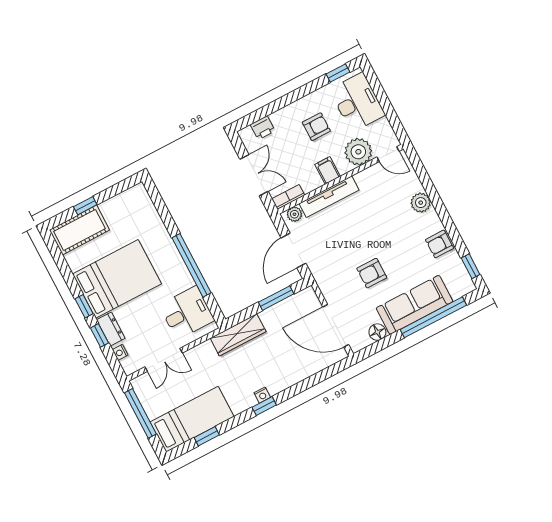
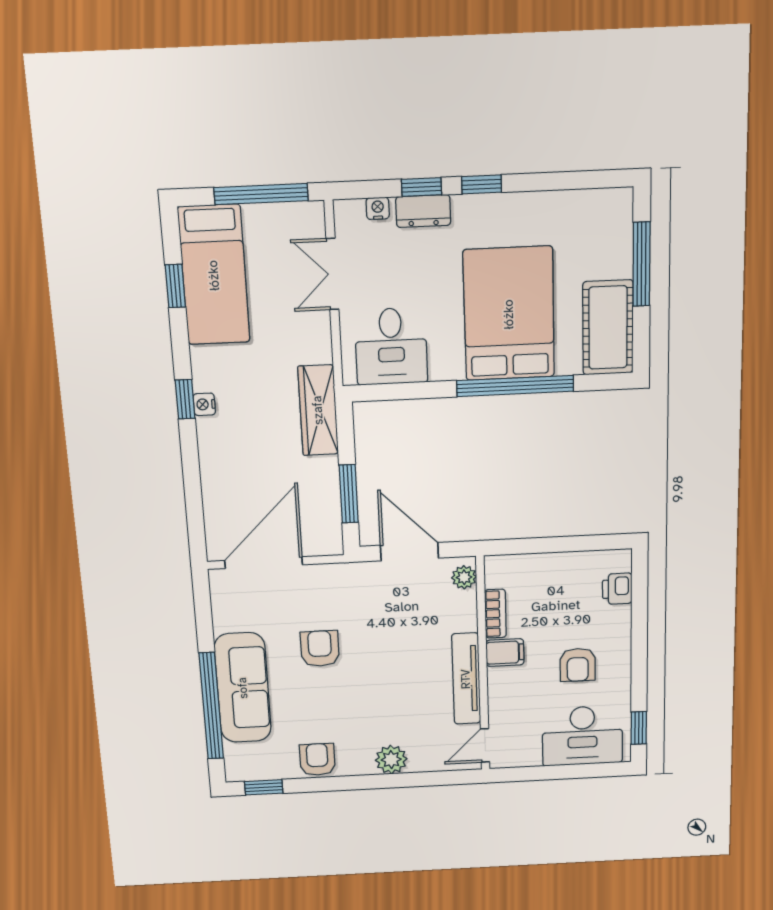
plant: (358, 152) -> (510, 707), removed
double door: (254, 175) -> (553, 545), removed
bookcase: (288, 197) -> (495, 614), moved
tv unit: (329, 197) -> (466, 679), moved
window: (85, 206) -> (641, 264), width x2.17
cot: (79, 230) -> (608, 328), moved
window: (192, 265) -> (515, 386), moved
bed: (117, 279) -> (509, 314), moved, turned 180
floor lamp: (377, 332) -> (226, 618), removed

